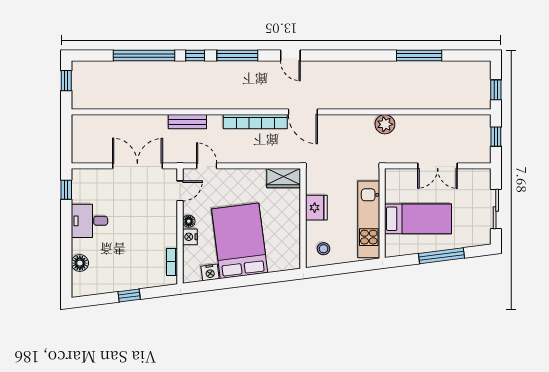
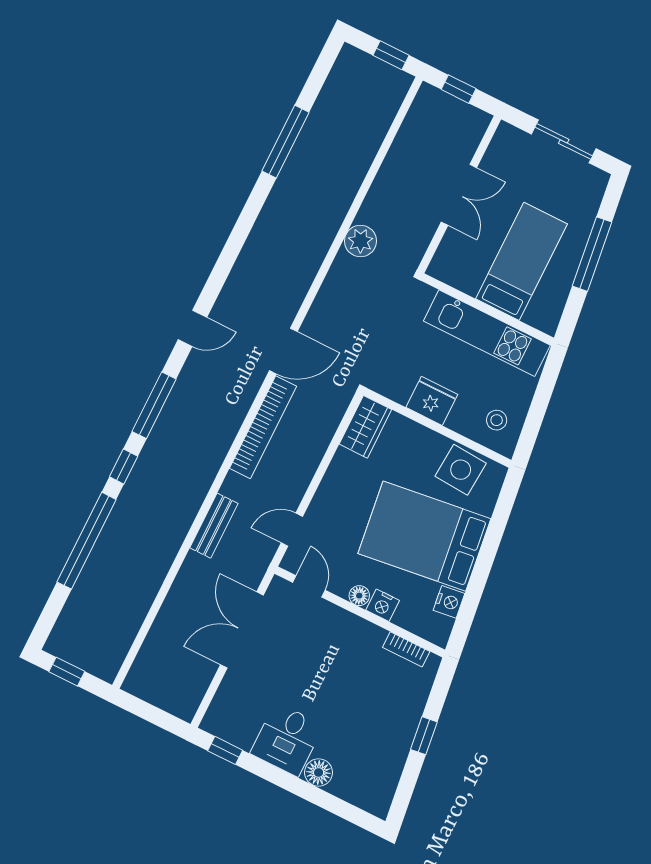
side table: (286, 243) -> (461, 470), added
floor lamp: (80, 263) -> (319, 772), moved

